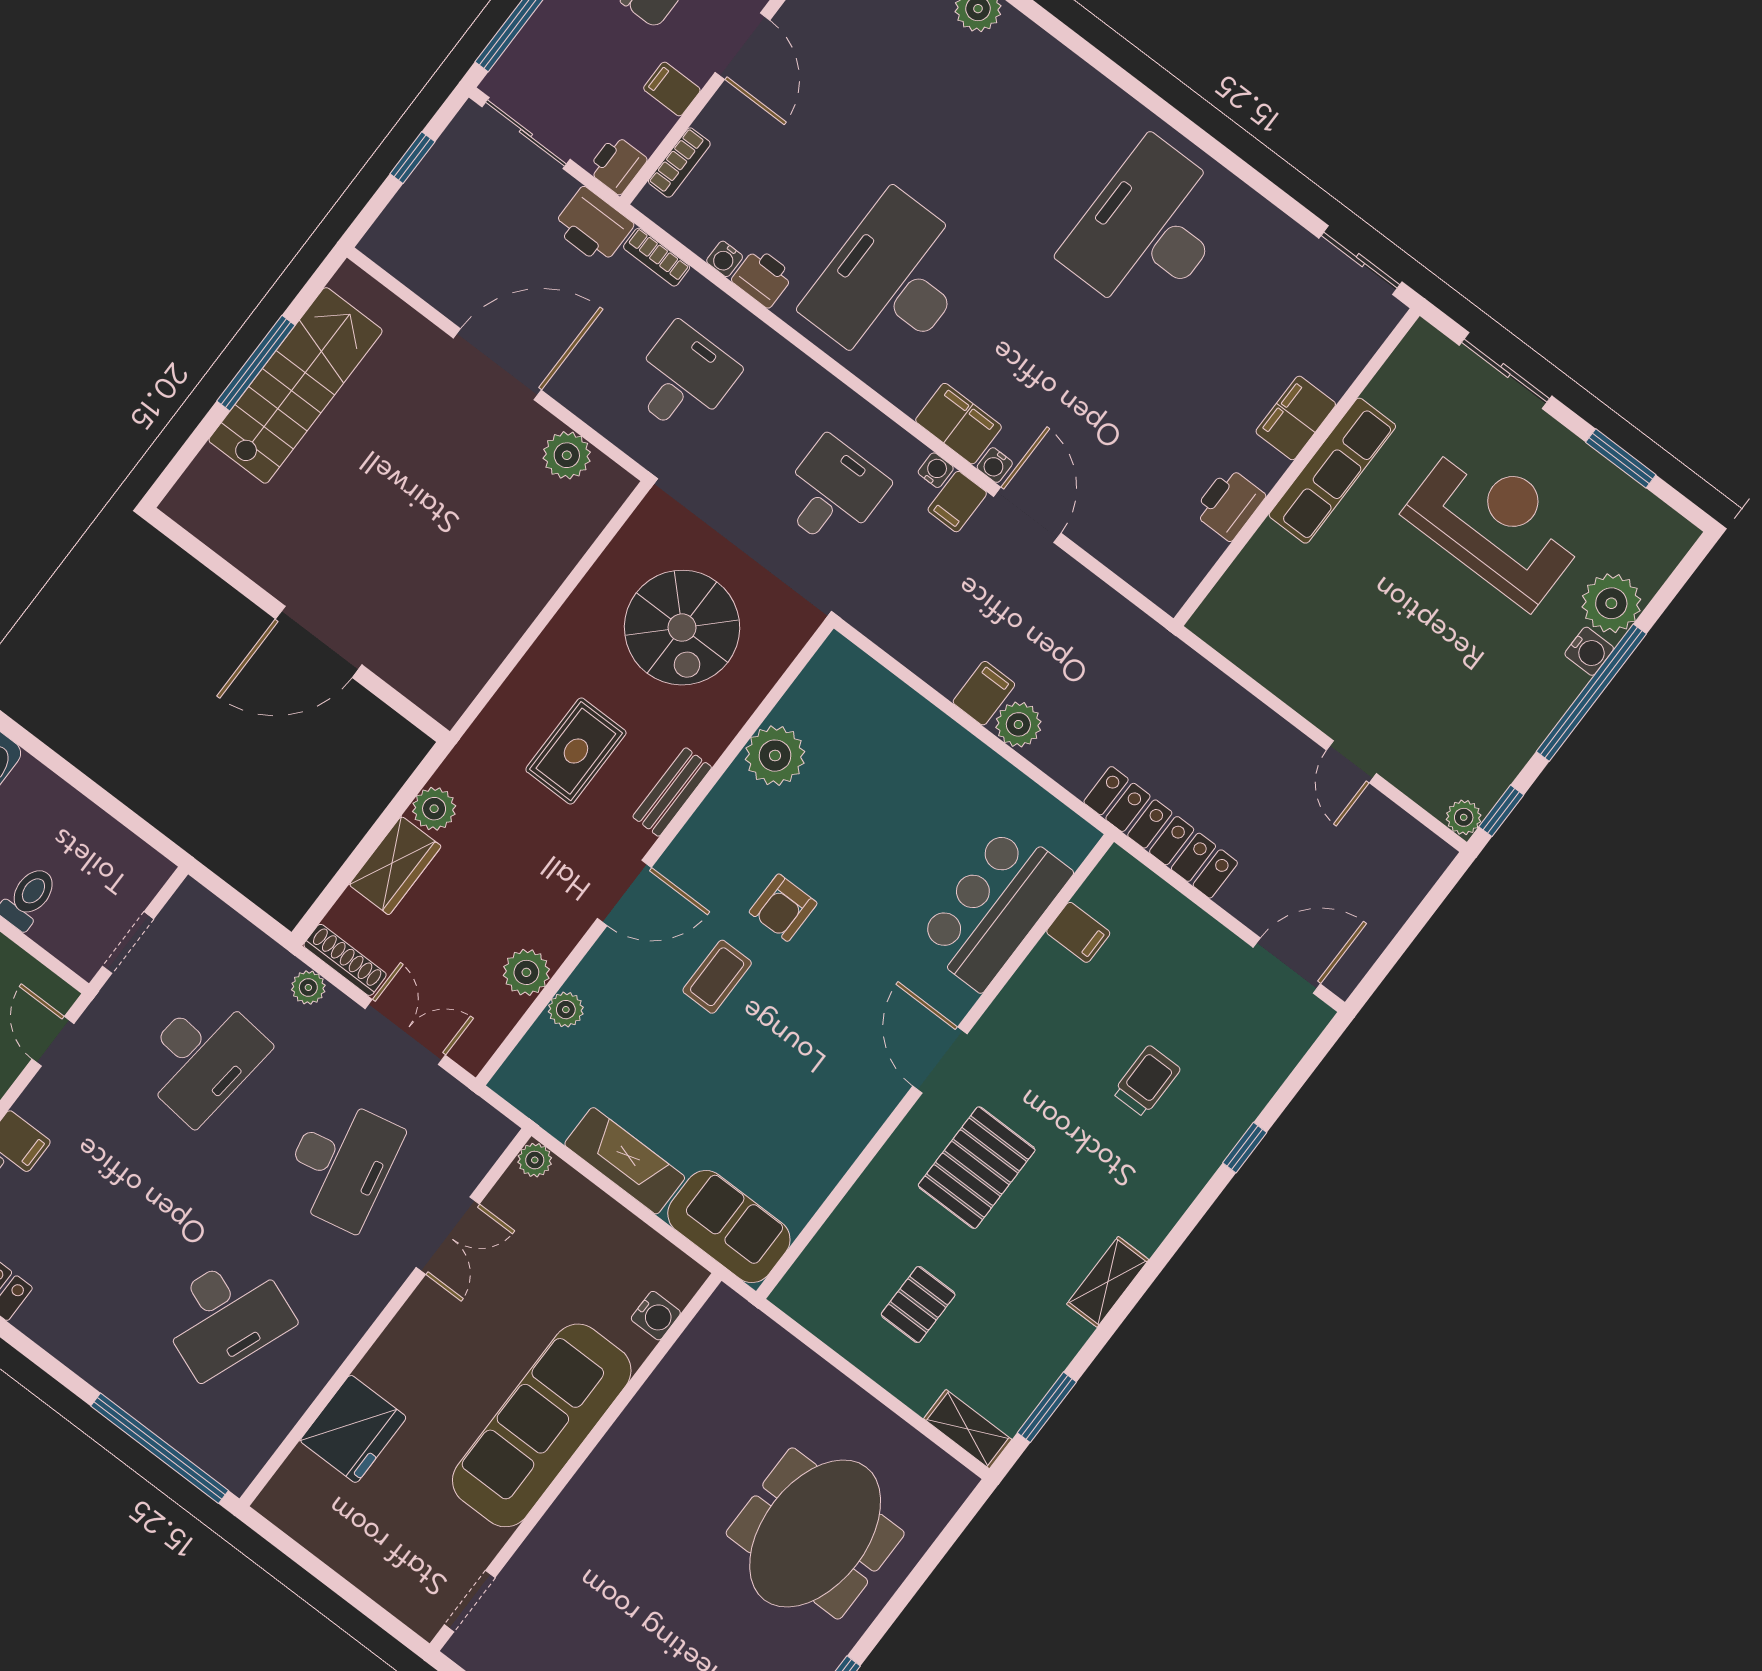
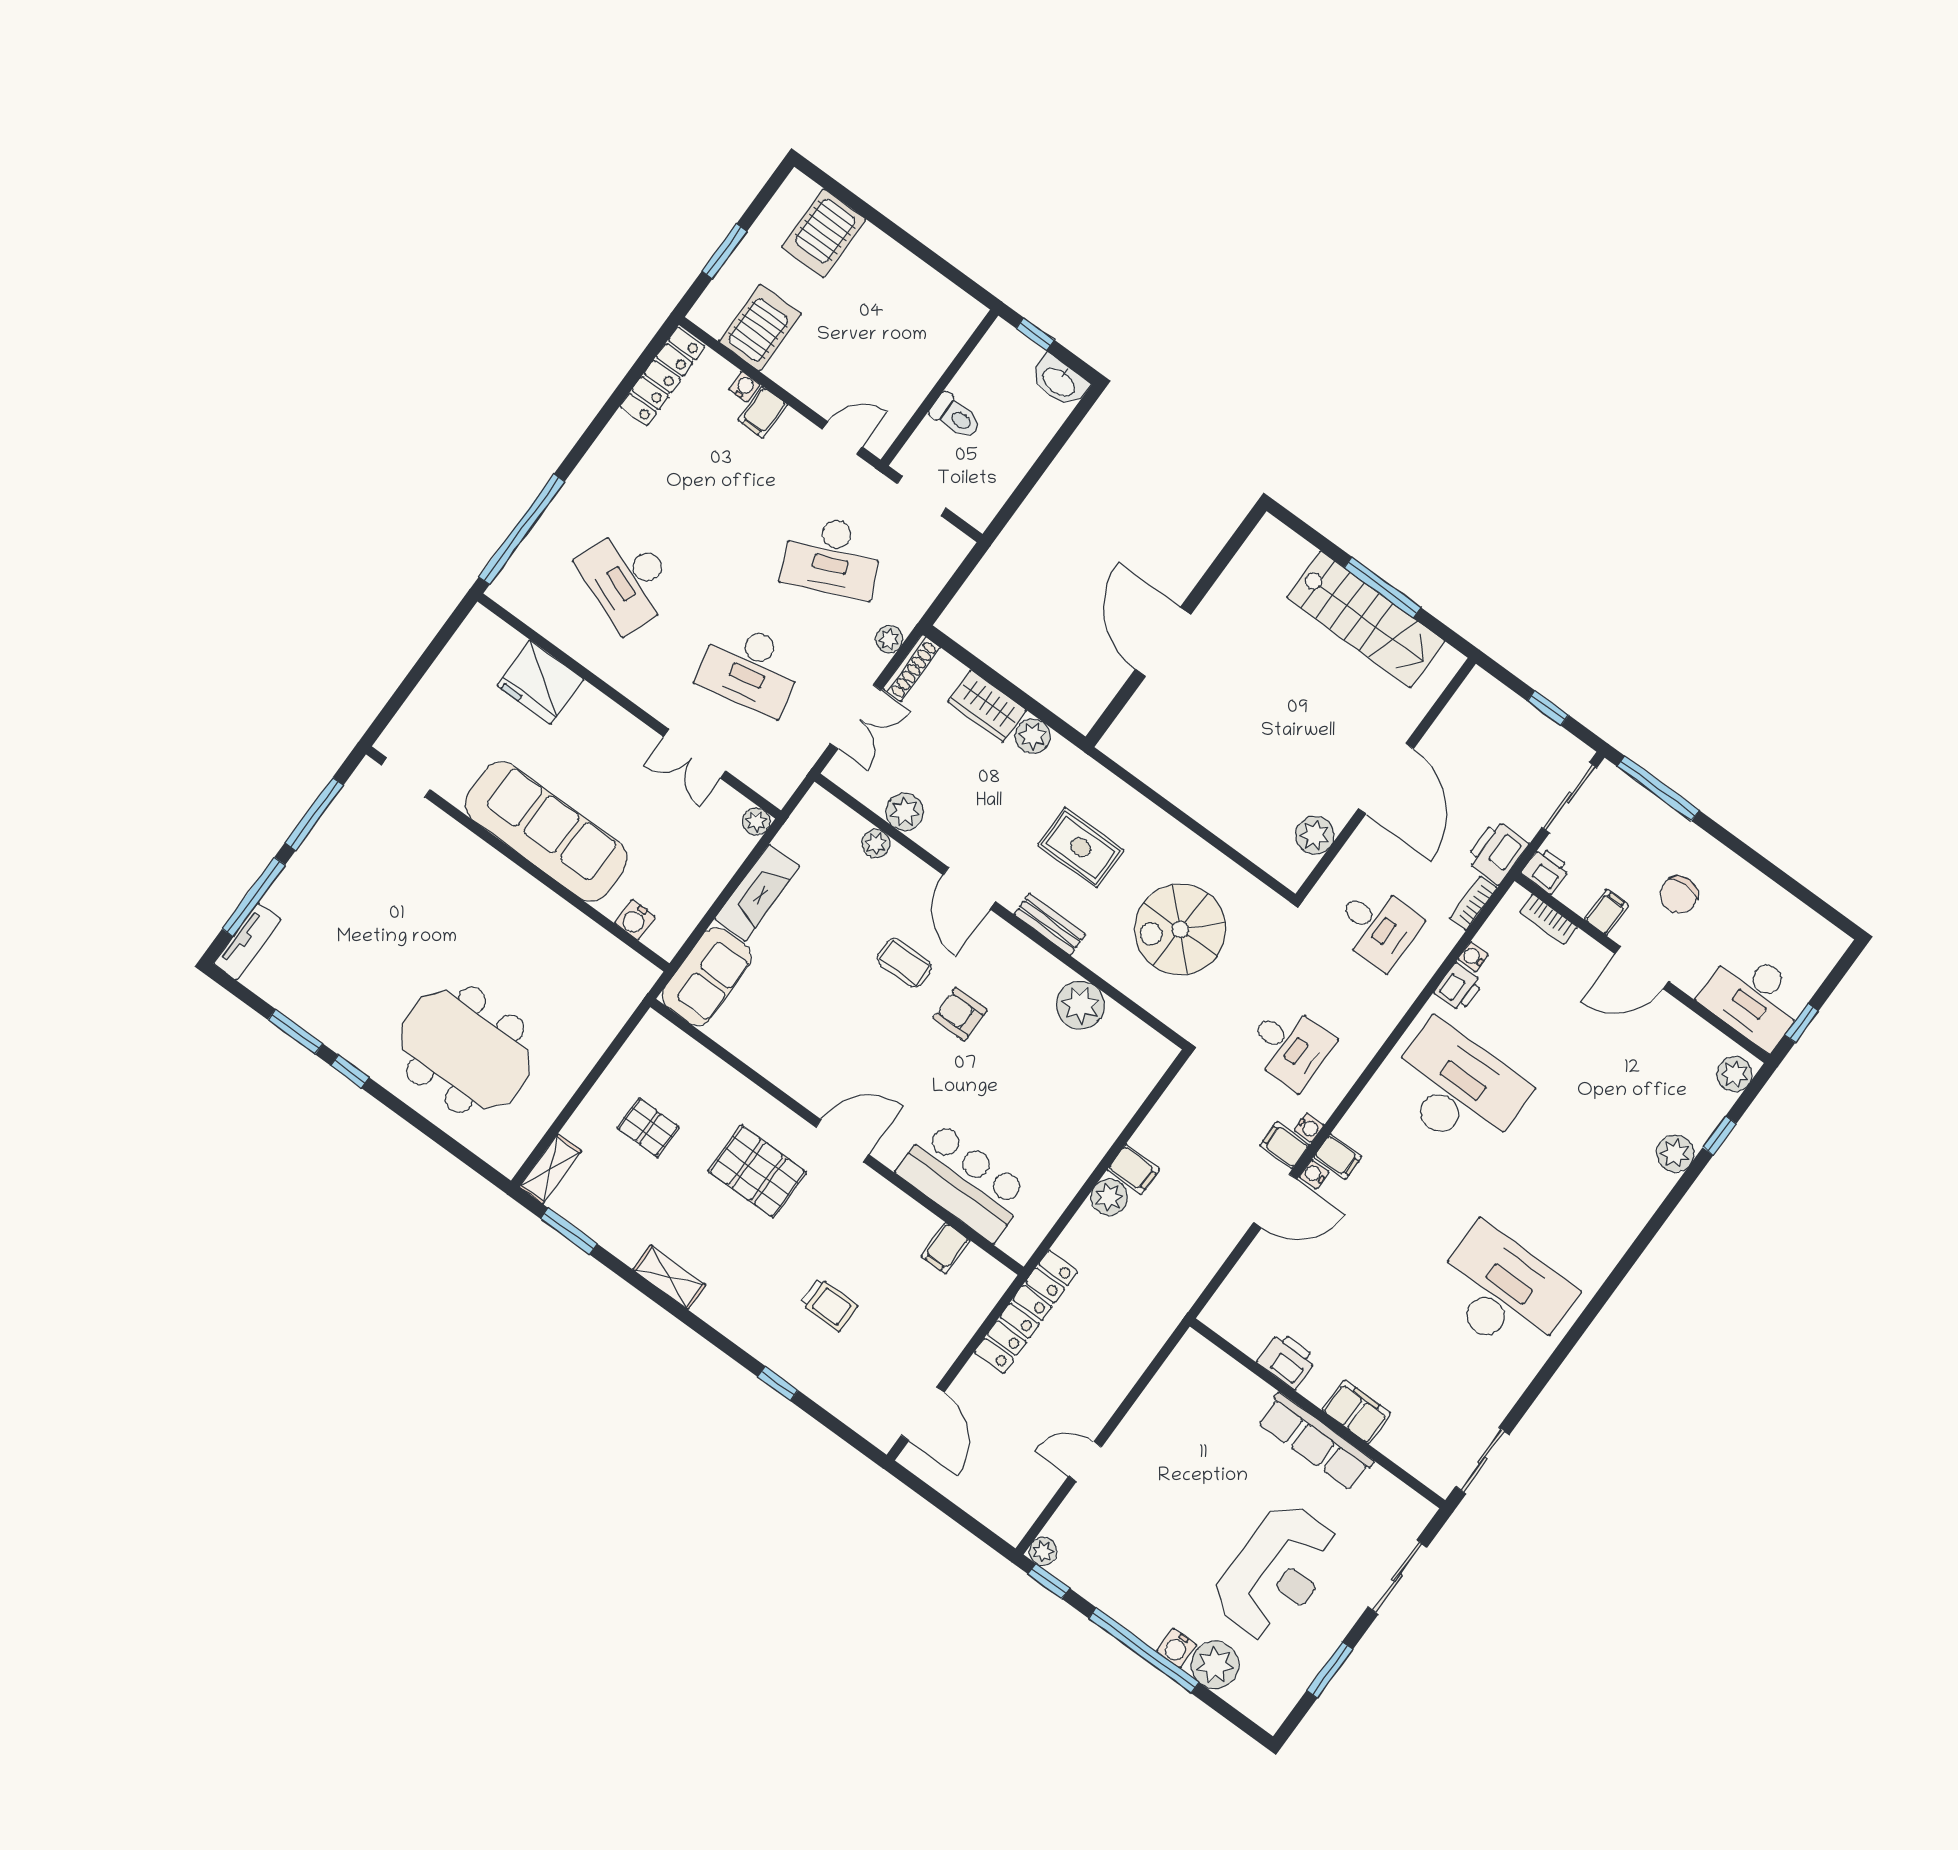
filing cabinet: (959, 424) -> (1338, 1157), width x0.50
desk: (202, 1058) -> (832, 556), turned -30

